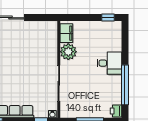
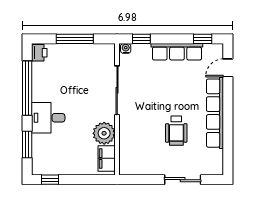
window: (125, 43) -> (27, 145), added
wheelchair: (15, 54) -> (176, 131), added

